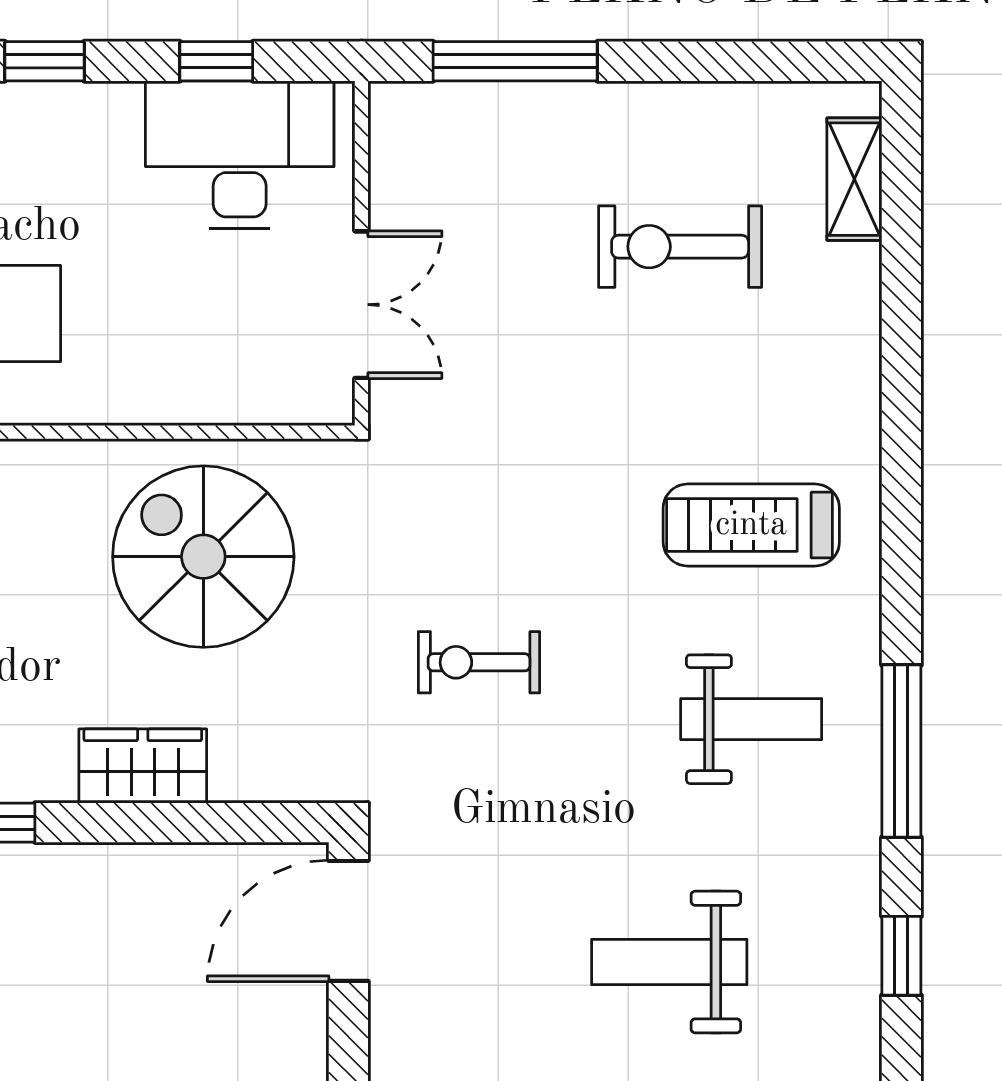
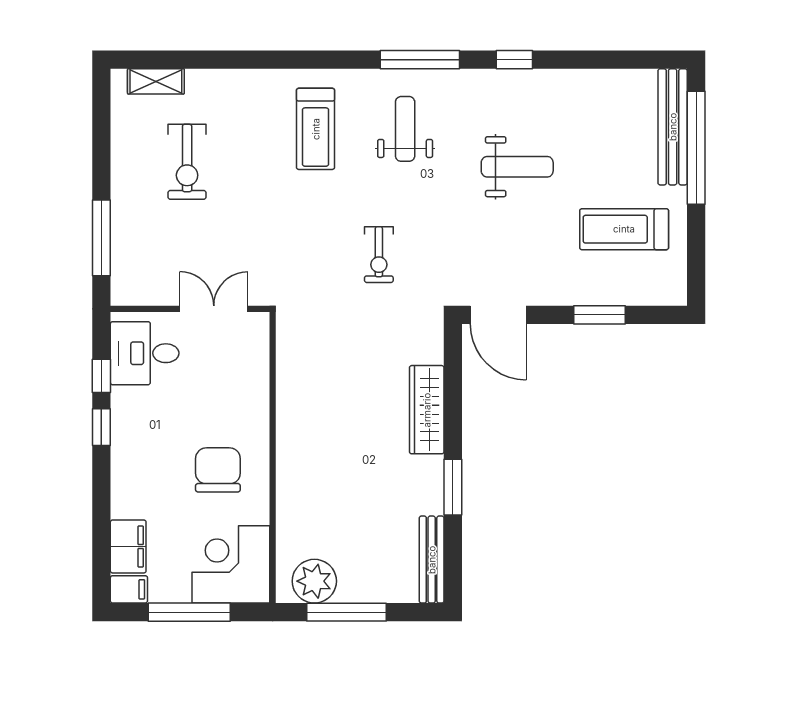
window: (44, 61) -> (101, 427), moved
desk: (240, 155) -> (145, 353), width x0.73
spiral stairs: (203, 557) -> (330, 382), removed
wardrobe: (143, 766) -> (427, 410), width x1.50
weight bench: (669, 962) -> (517, 167), turned -90

